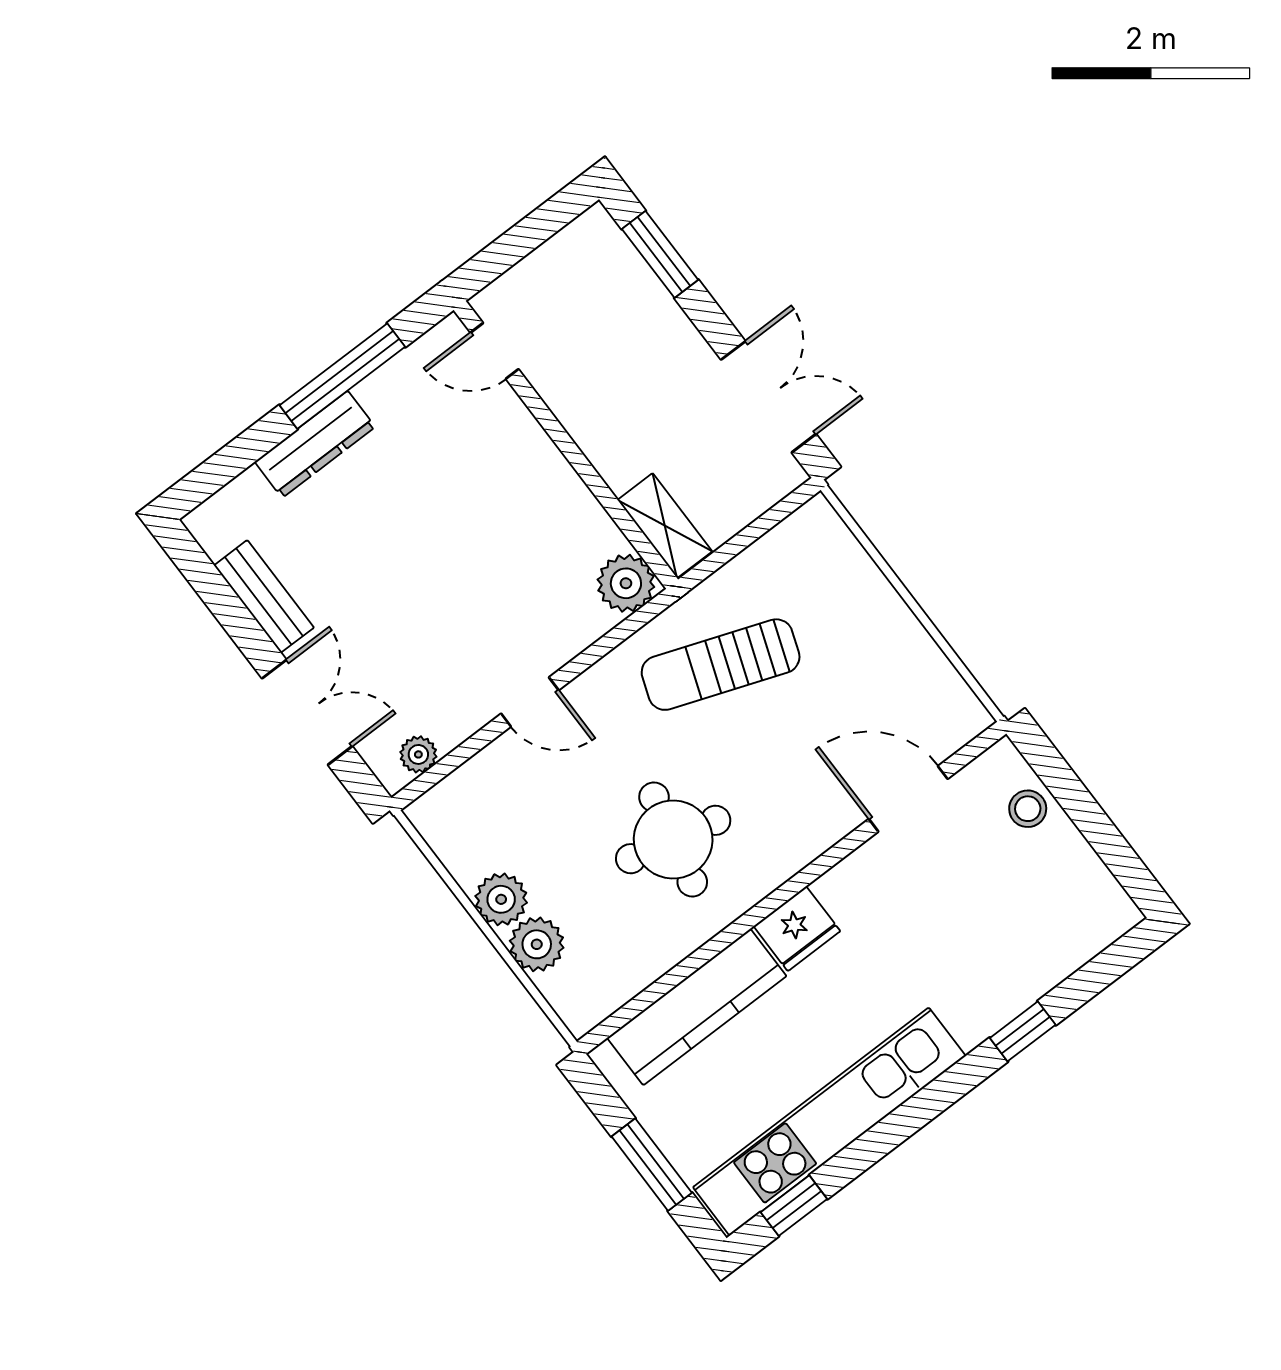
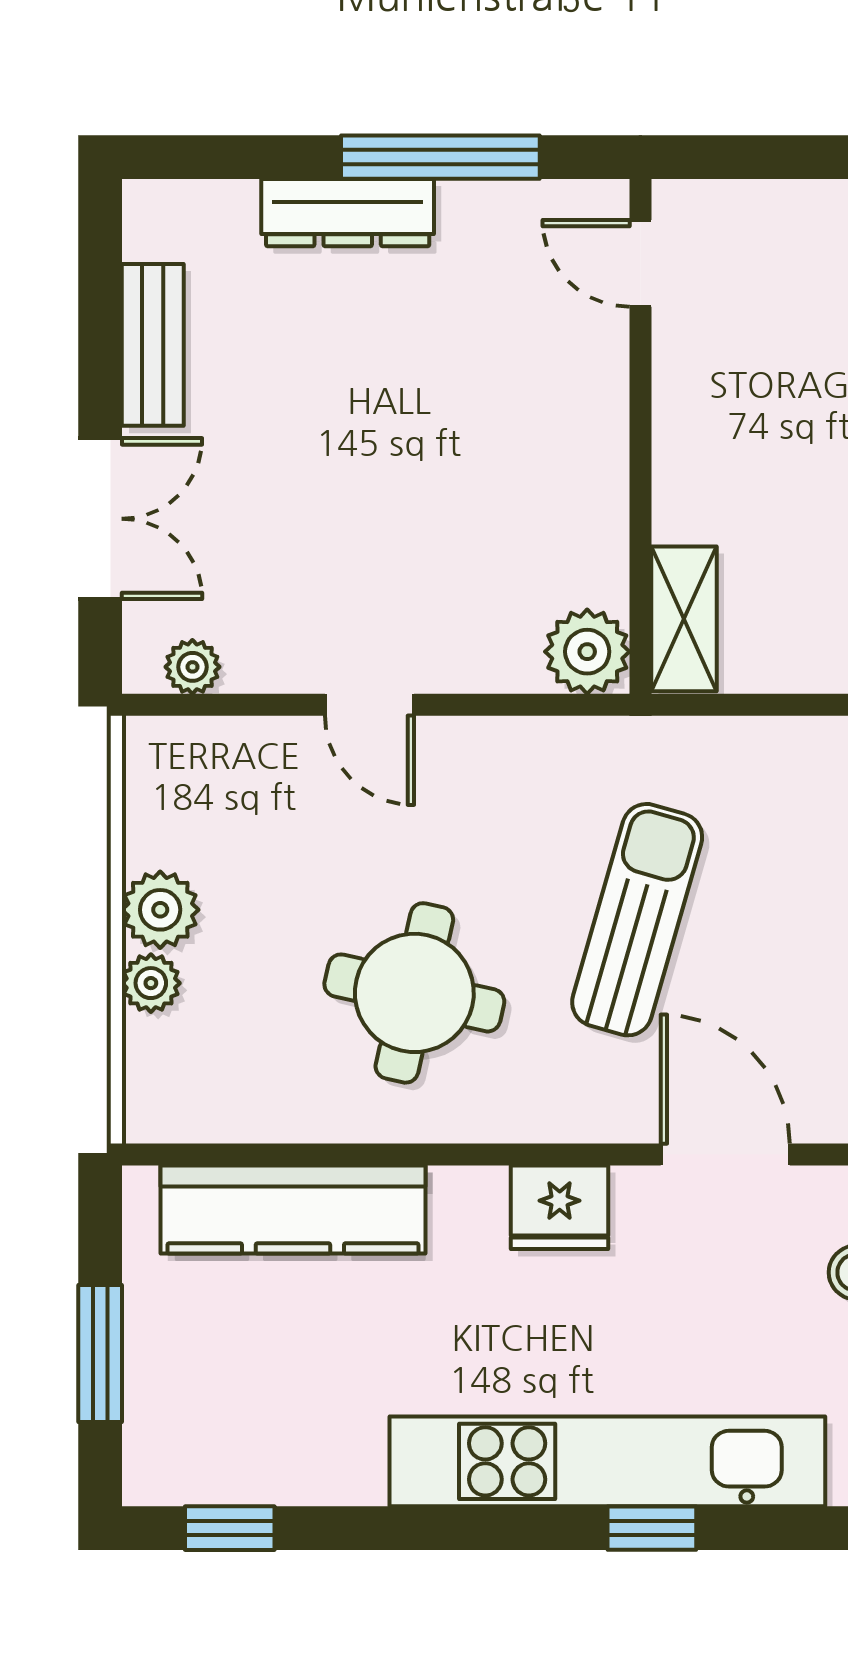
sun lounger: (721, 665) -> (637, 920), moved, turned 86
fridge: (797, 929) -> (560, 1207), moved
plant: (537, 944) -> (151, 983), width x0.73, depth x0.73
kitchen unit: (829, 1122) -> (607, 1461), moved

